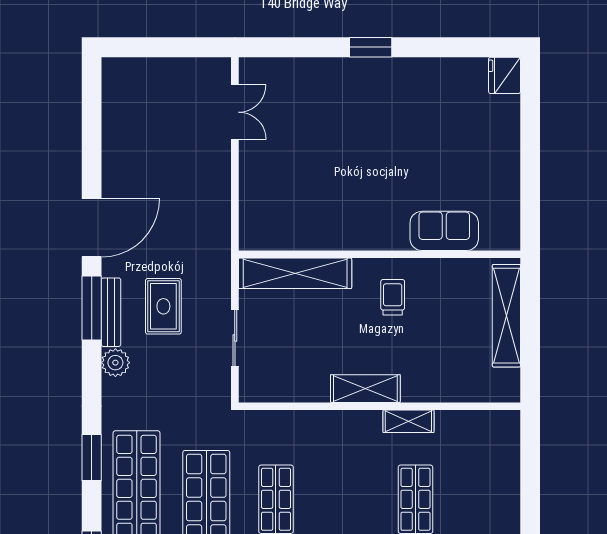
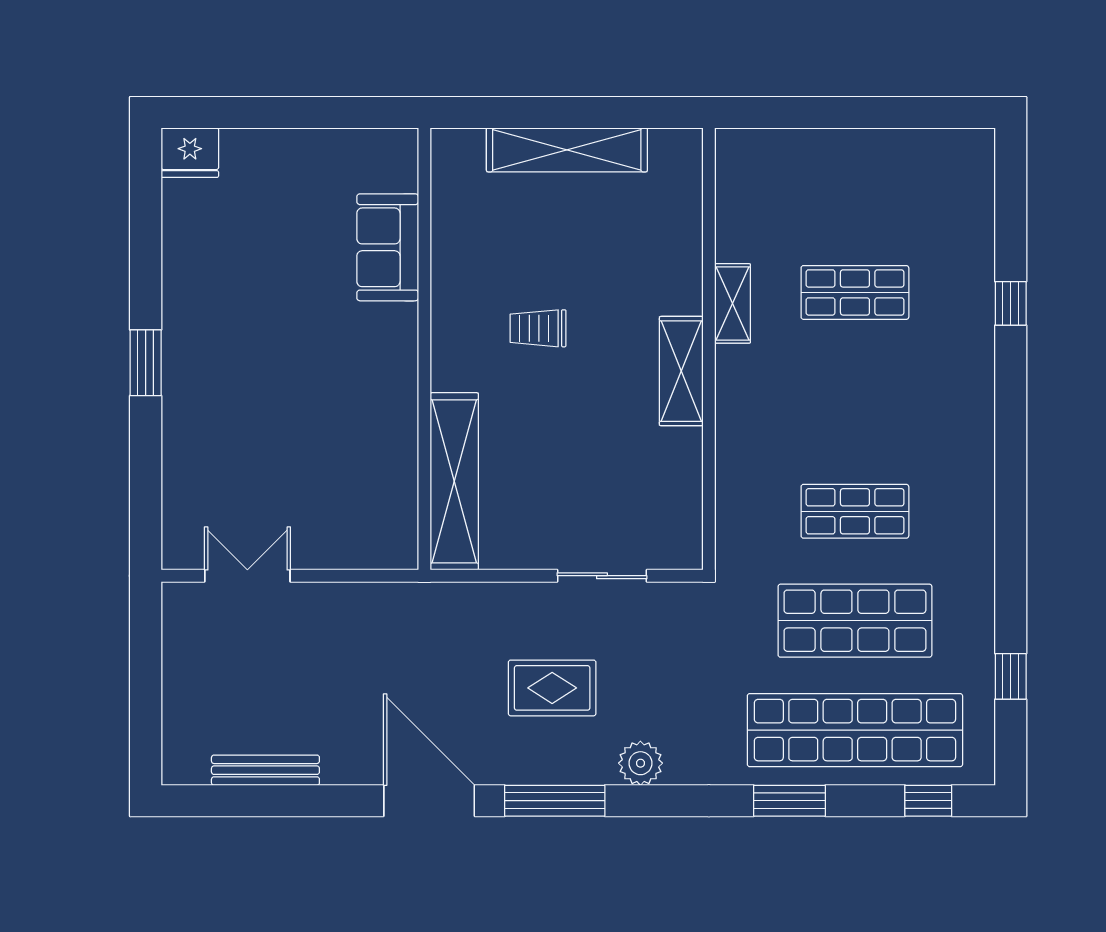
sofa: (444, 231) -> (388, 247), moved
wall: (379, 254) -> (424, 349), moved
shelving: (295, 273) -> (454, 481), moved
bench: (111, 312) -> (265, 770), moved

